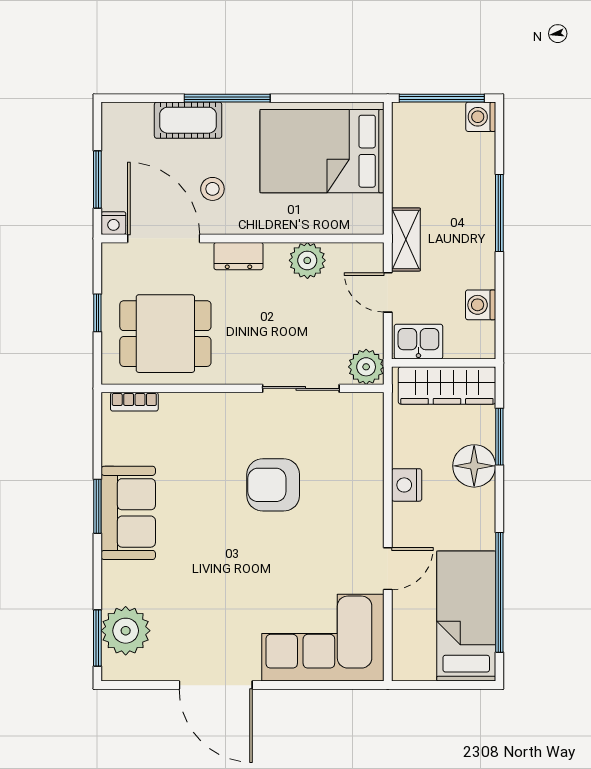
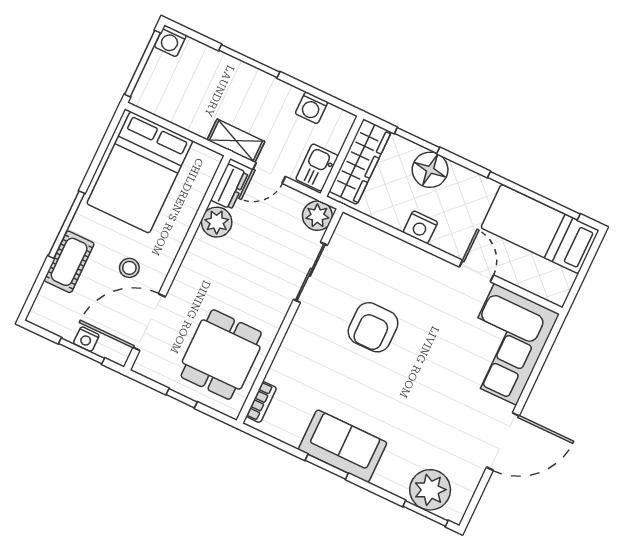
nightstand: (113, 223) -> (86, 339), moved, turned 90
dresser: (238, 256) -> (229, 187), moved

